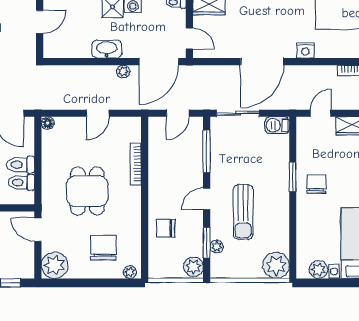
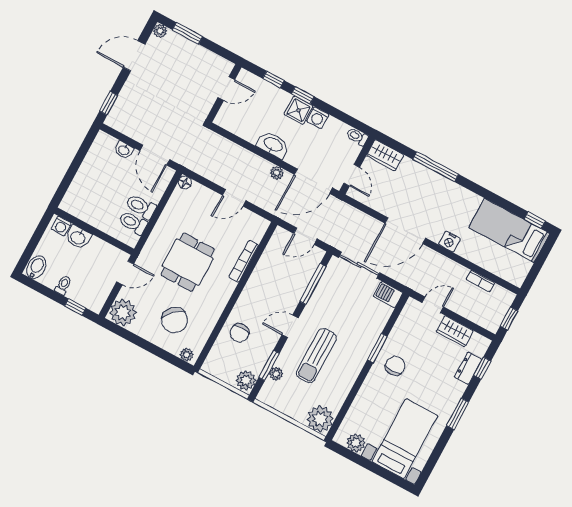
chair: (166, 228) -> (240, 333), turned -90
door: (38, 230) -> (125, 273), swing flipped
chair: (103, 248) -> (175, 320), turned 136

